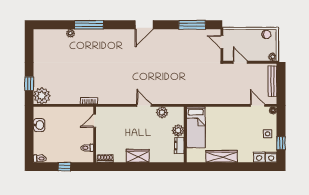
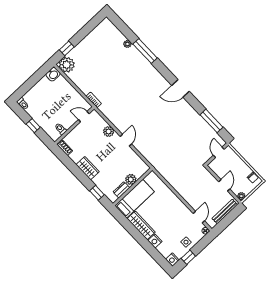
door: (240, 62) -> (224, 185), moved
plant: (162, 112) -> (109, 131), moved
washbasin: (39, 125) -> (53, 74), moved
bed: (196, 127) -> (135, 199), moved, turned 180
nightstand: (259, 157) -> (155, 241), moved
window: (164, 167) -> (97, 193), added

